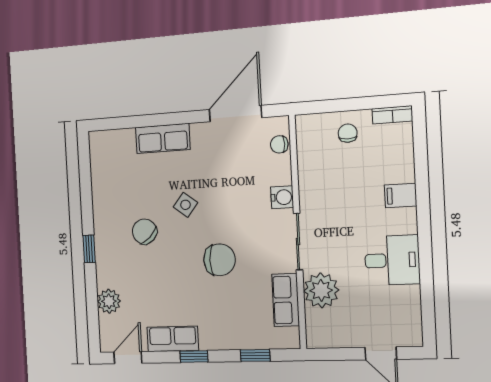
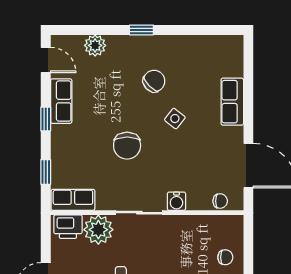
chair: (279, 144) -> (220, 201), turned 90
row of seats: (286, 300) -> (73, 200), moved
printer: (319, 327) -> (68, 227), added

